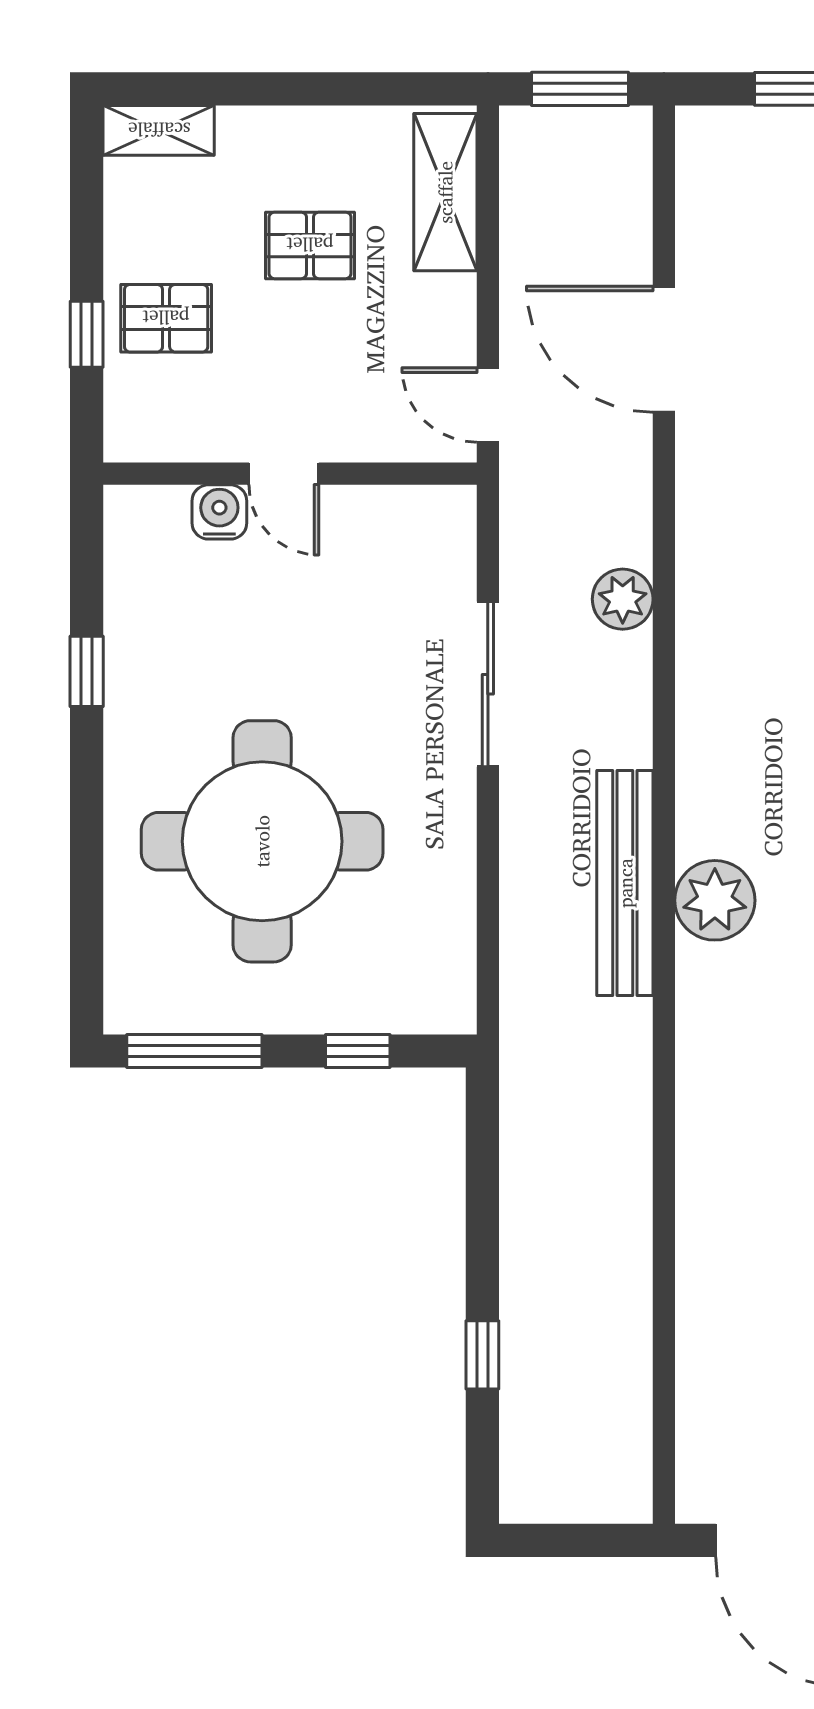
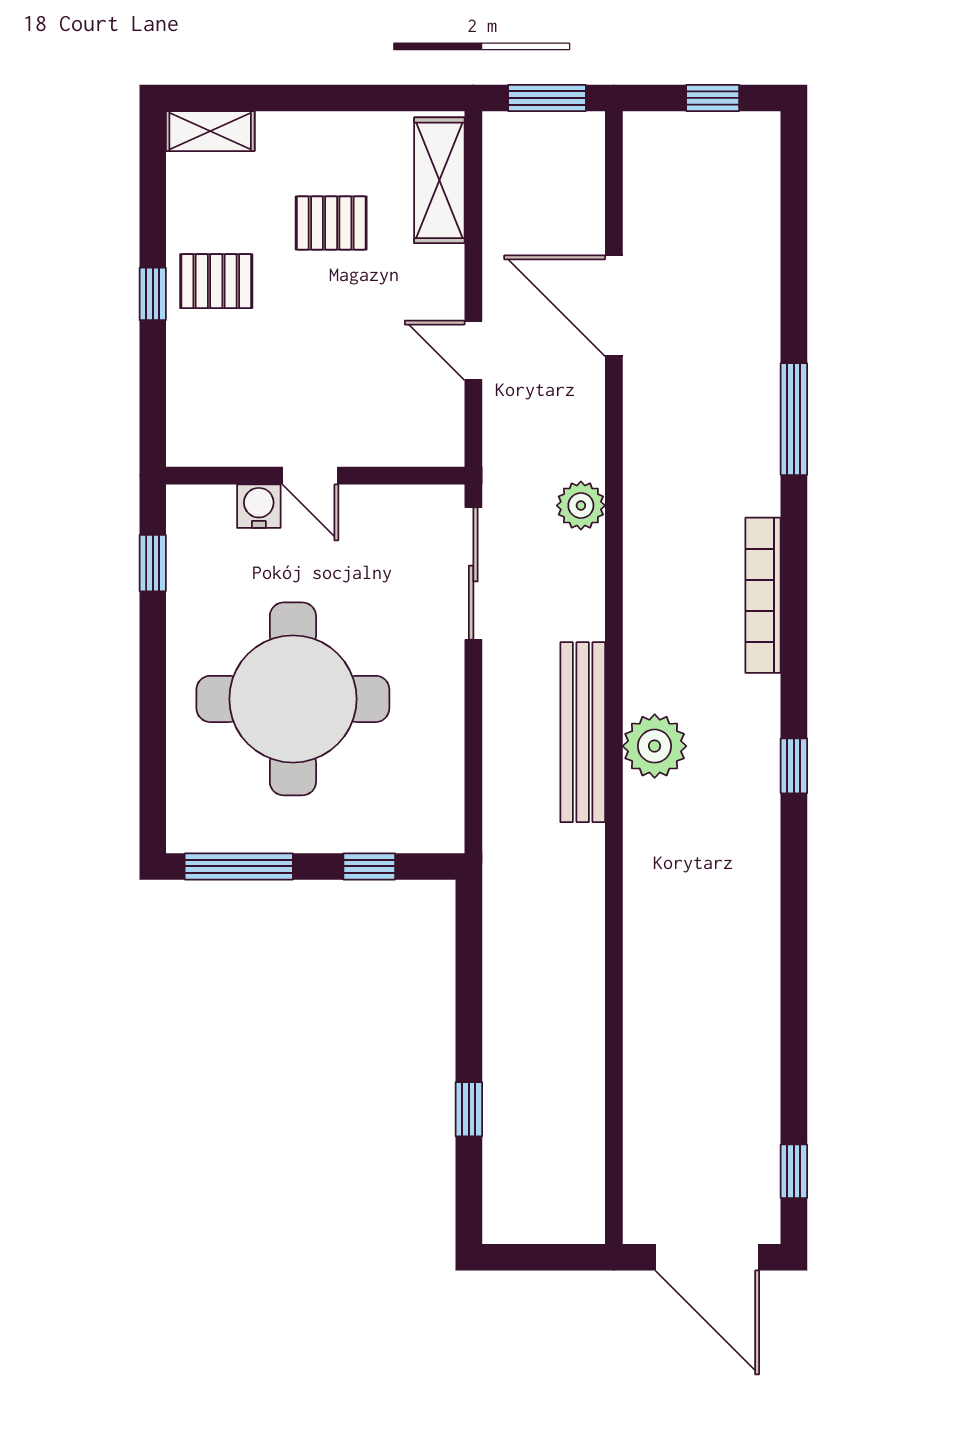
door: (284, 474) -> (310, 476), moved
wall: (290, 474) -> (315, 476), moved
water cooler: (219, 512) -> (259, 506), moved

